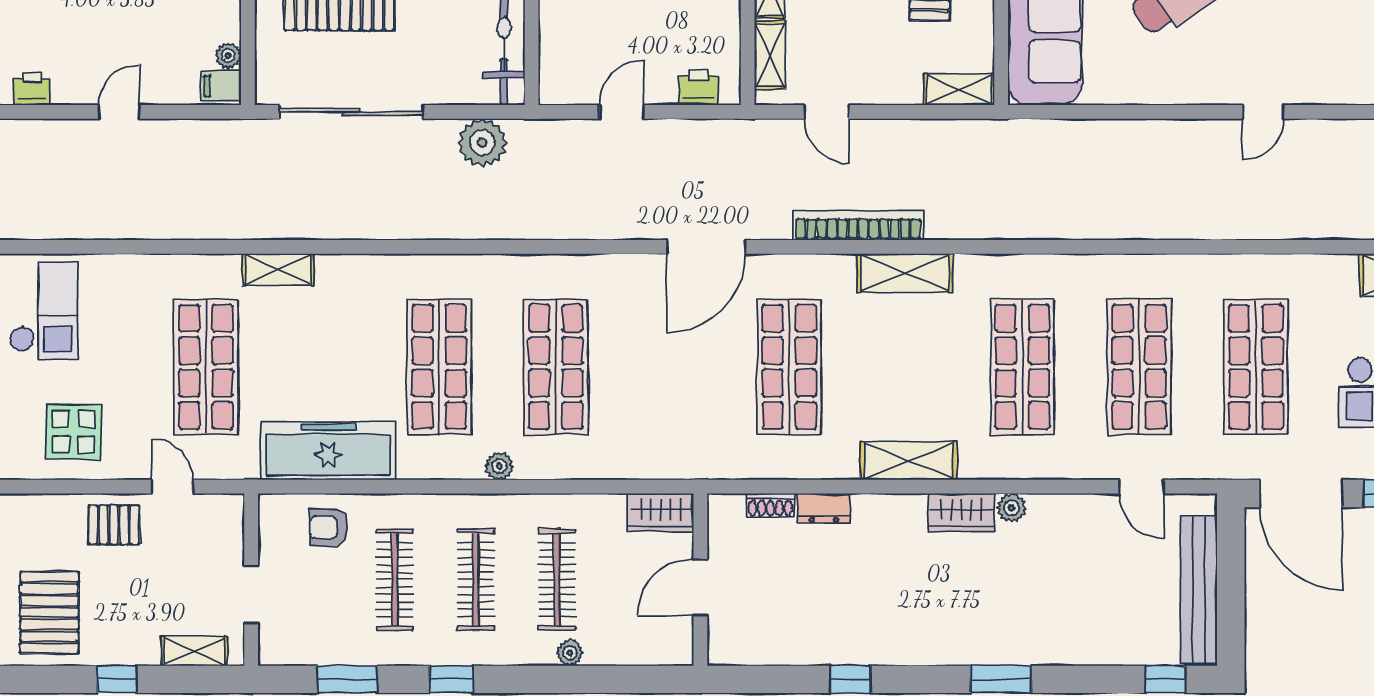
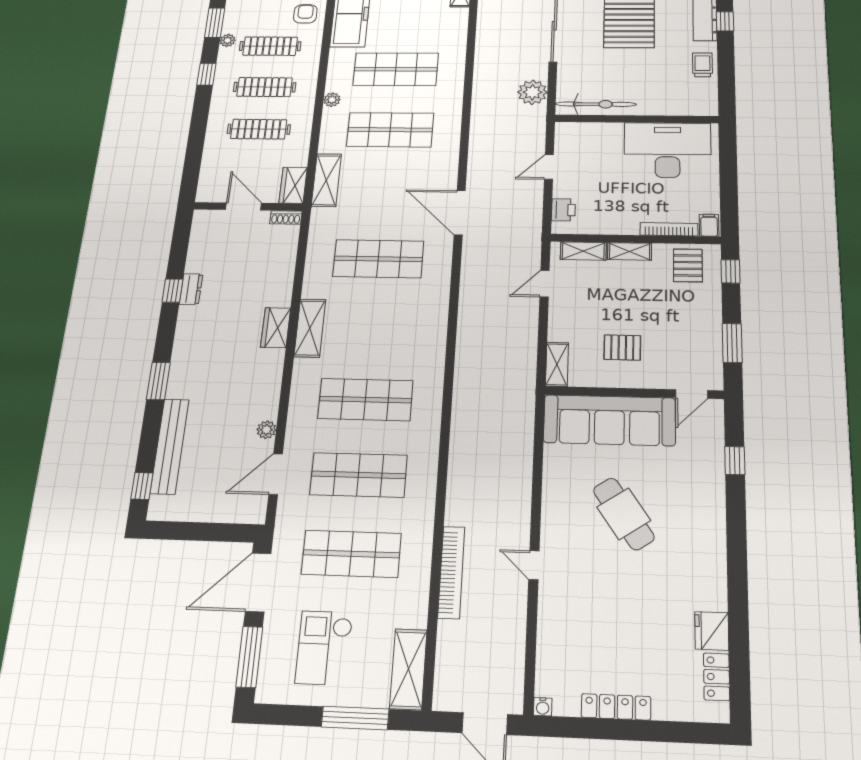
door: (622, 112) -> (549, 167), swing flipped
bookcase: (858, 225) -> (451, 572), moved
shelving: (905, 273) -> (326, 180), moved
door: (1142, 487) -> (276, 474), width x1.38
shoe rack: (770, 505) -> (286, 217), moved, turned -90
dresser: (824, 508) -> (191, 289), moved, turned 180
plant: (1012, 508) -> (266, 430), moved
wardrobe: (961, 513) -> (276, 328), moved
bench: (1199, 590) -> (170, 446), moved, turned 90
plant: (570, 653) -> (228, 40), moved

